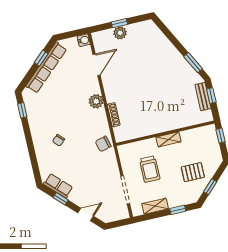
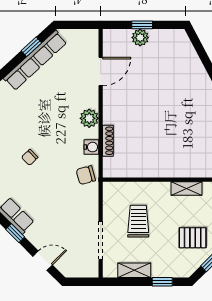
water cooler: (84, 40) -> (91, 147), moved
shelving: (168, 139) -> (186, 189), moved
trolley: (150, 169) -> (138, 221), turned 180

